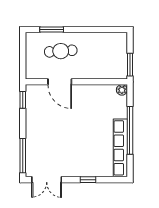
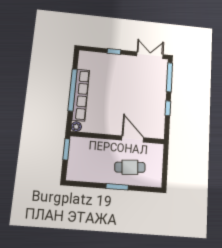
window: (52, 30) -> (117, 187), moved
window: (23, 100) -> (168, 108), moved
row of seats: (120, 148) -> (81, 95), moved

